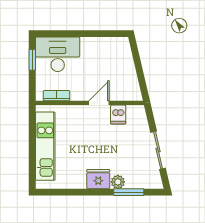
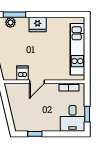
window: (102, 34) -> (35, 134), added
desk: (58, 54) -> (73, 118), width x0.73
plant: (118, 182) -> (10, 22), moved

